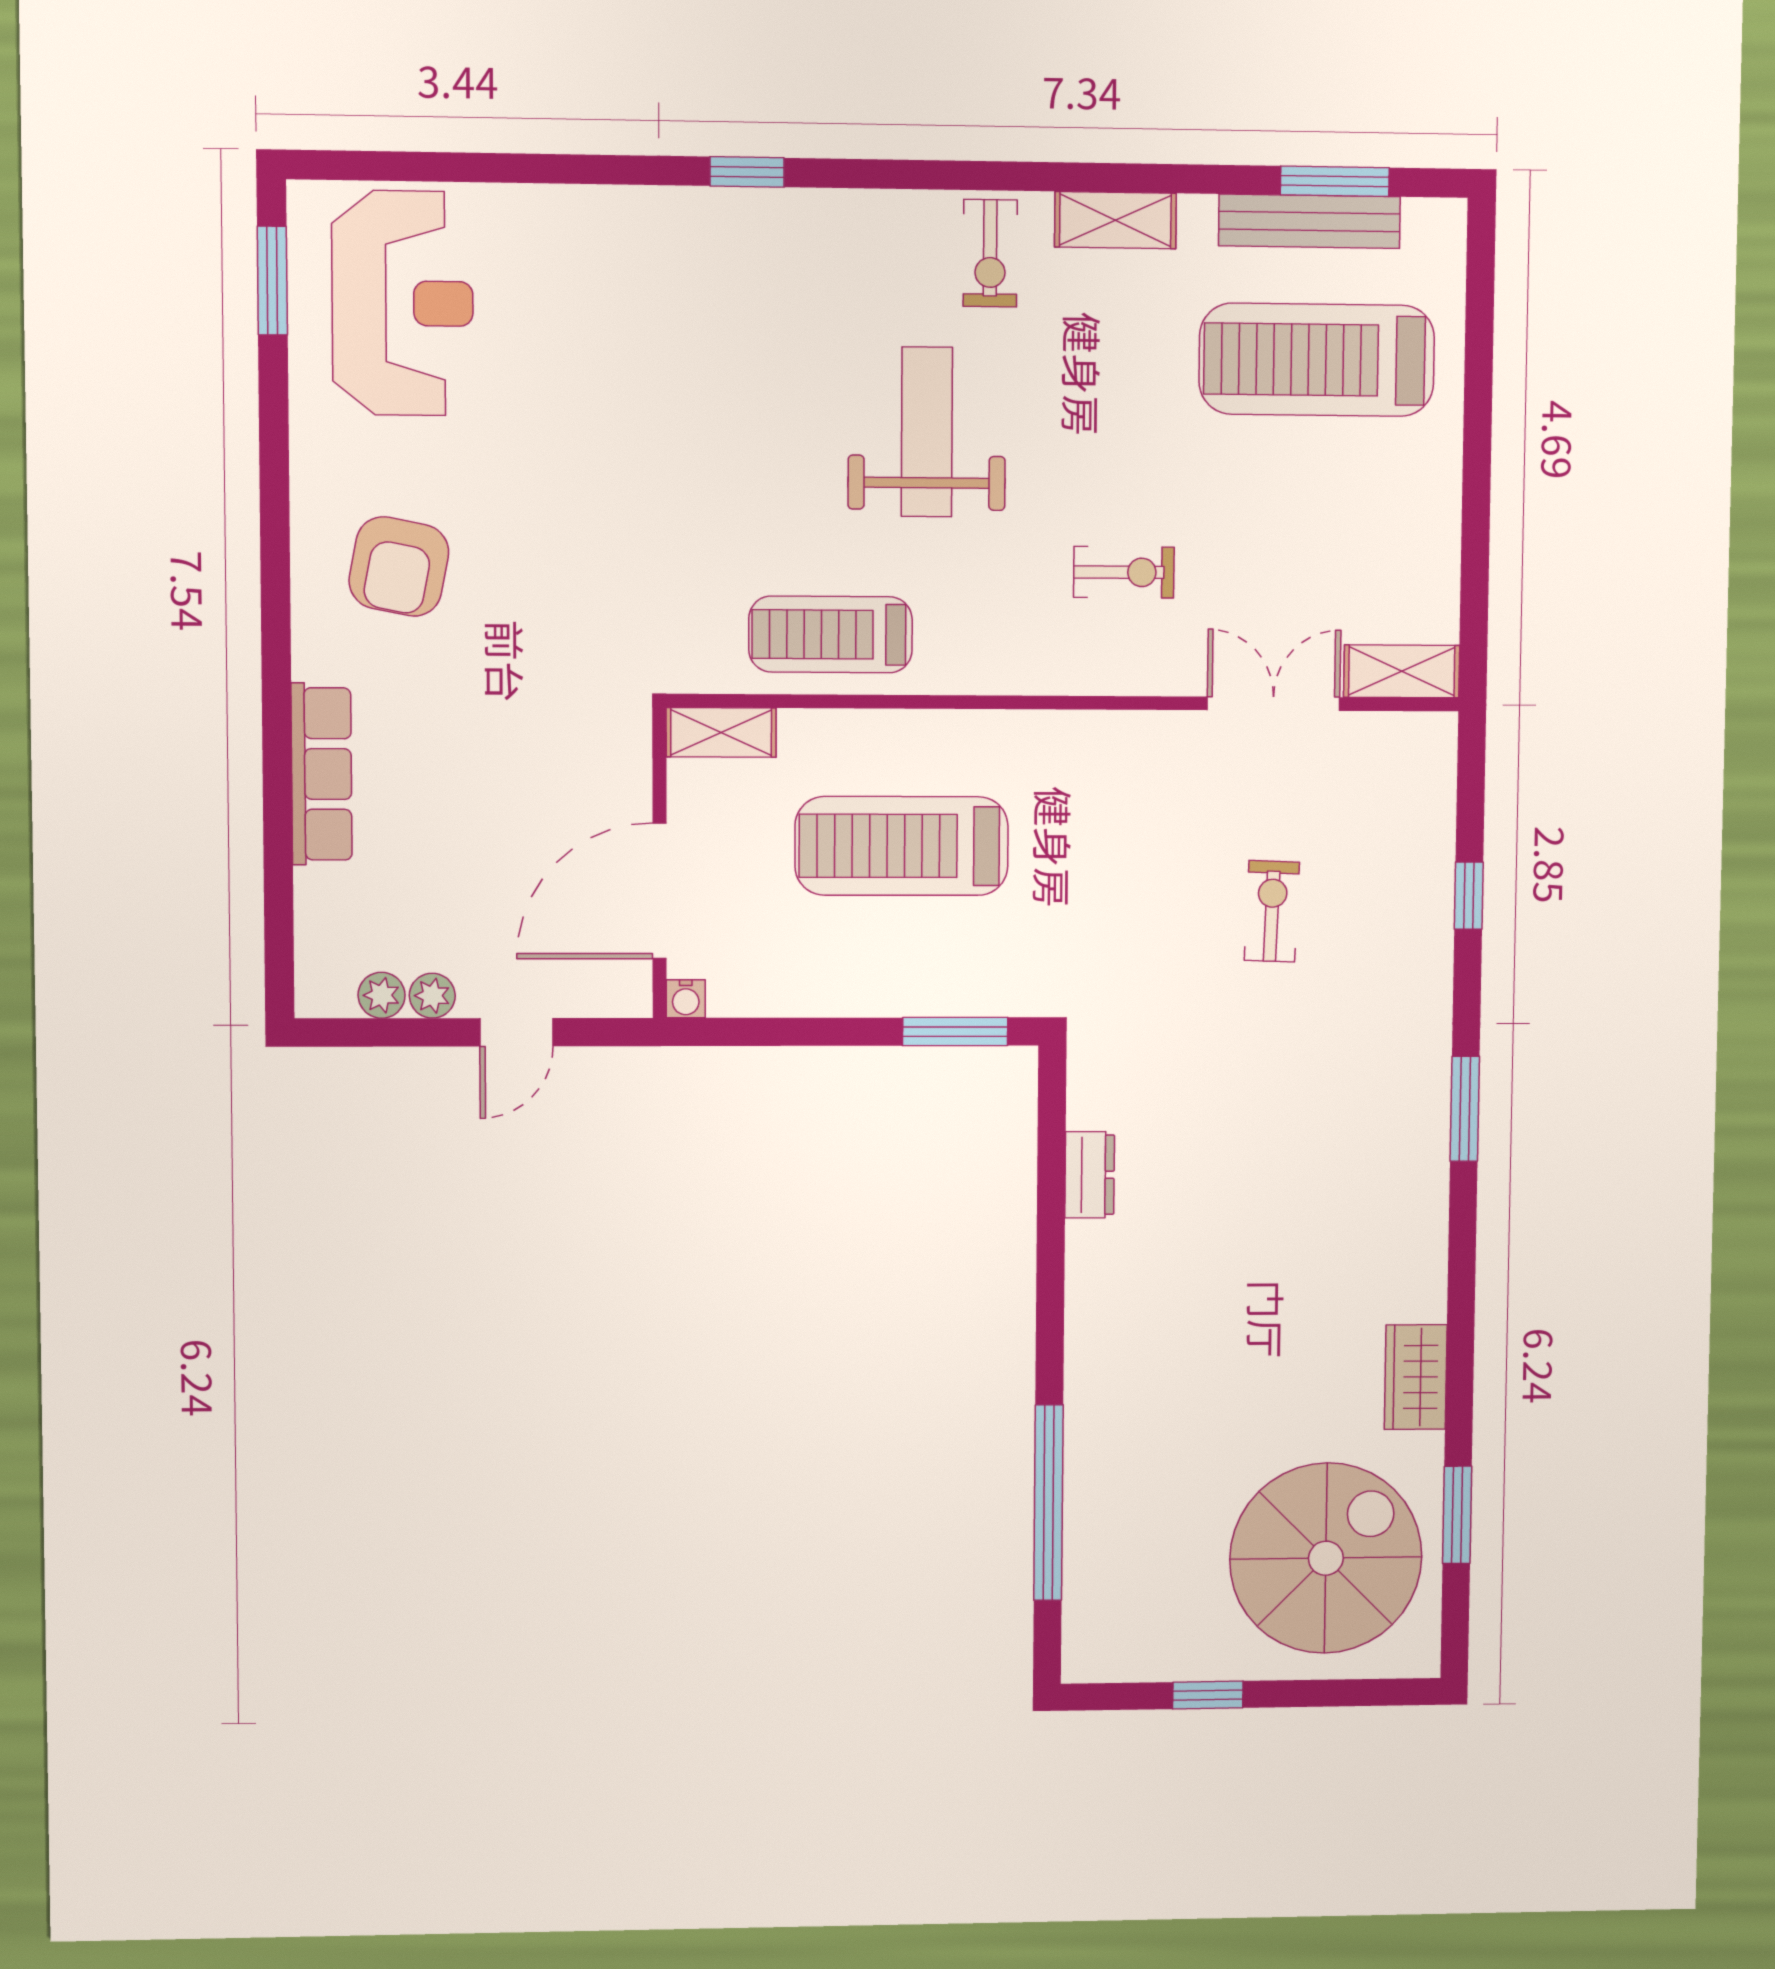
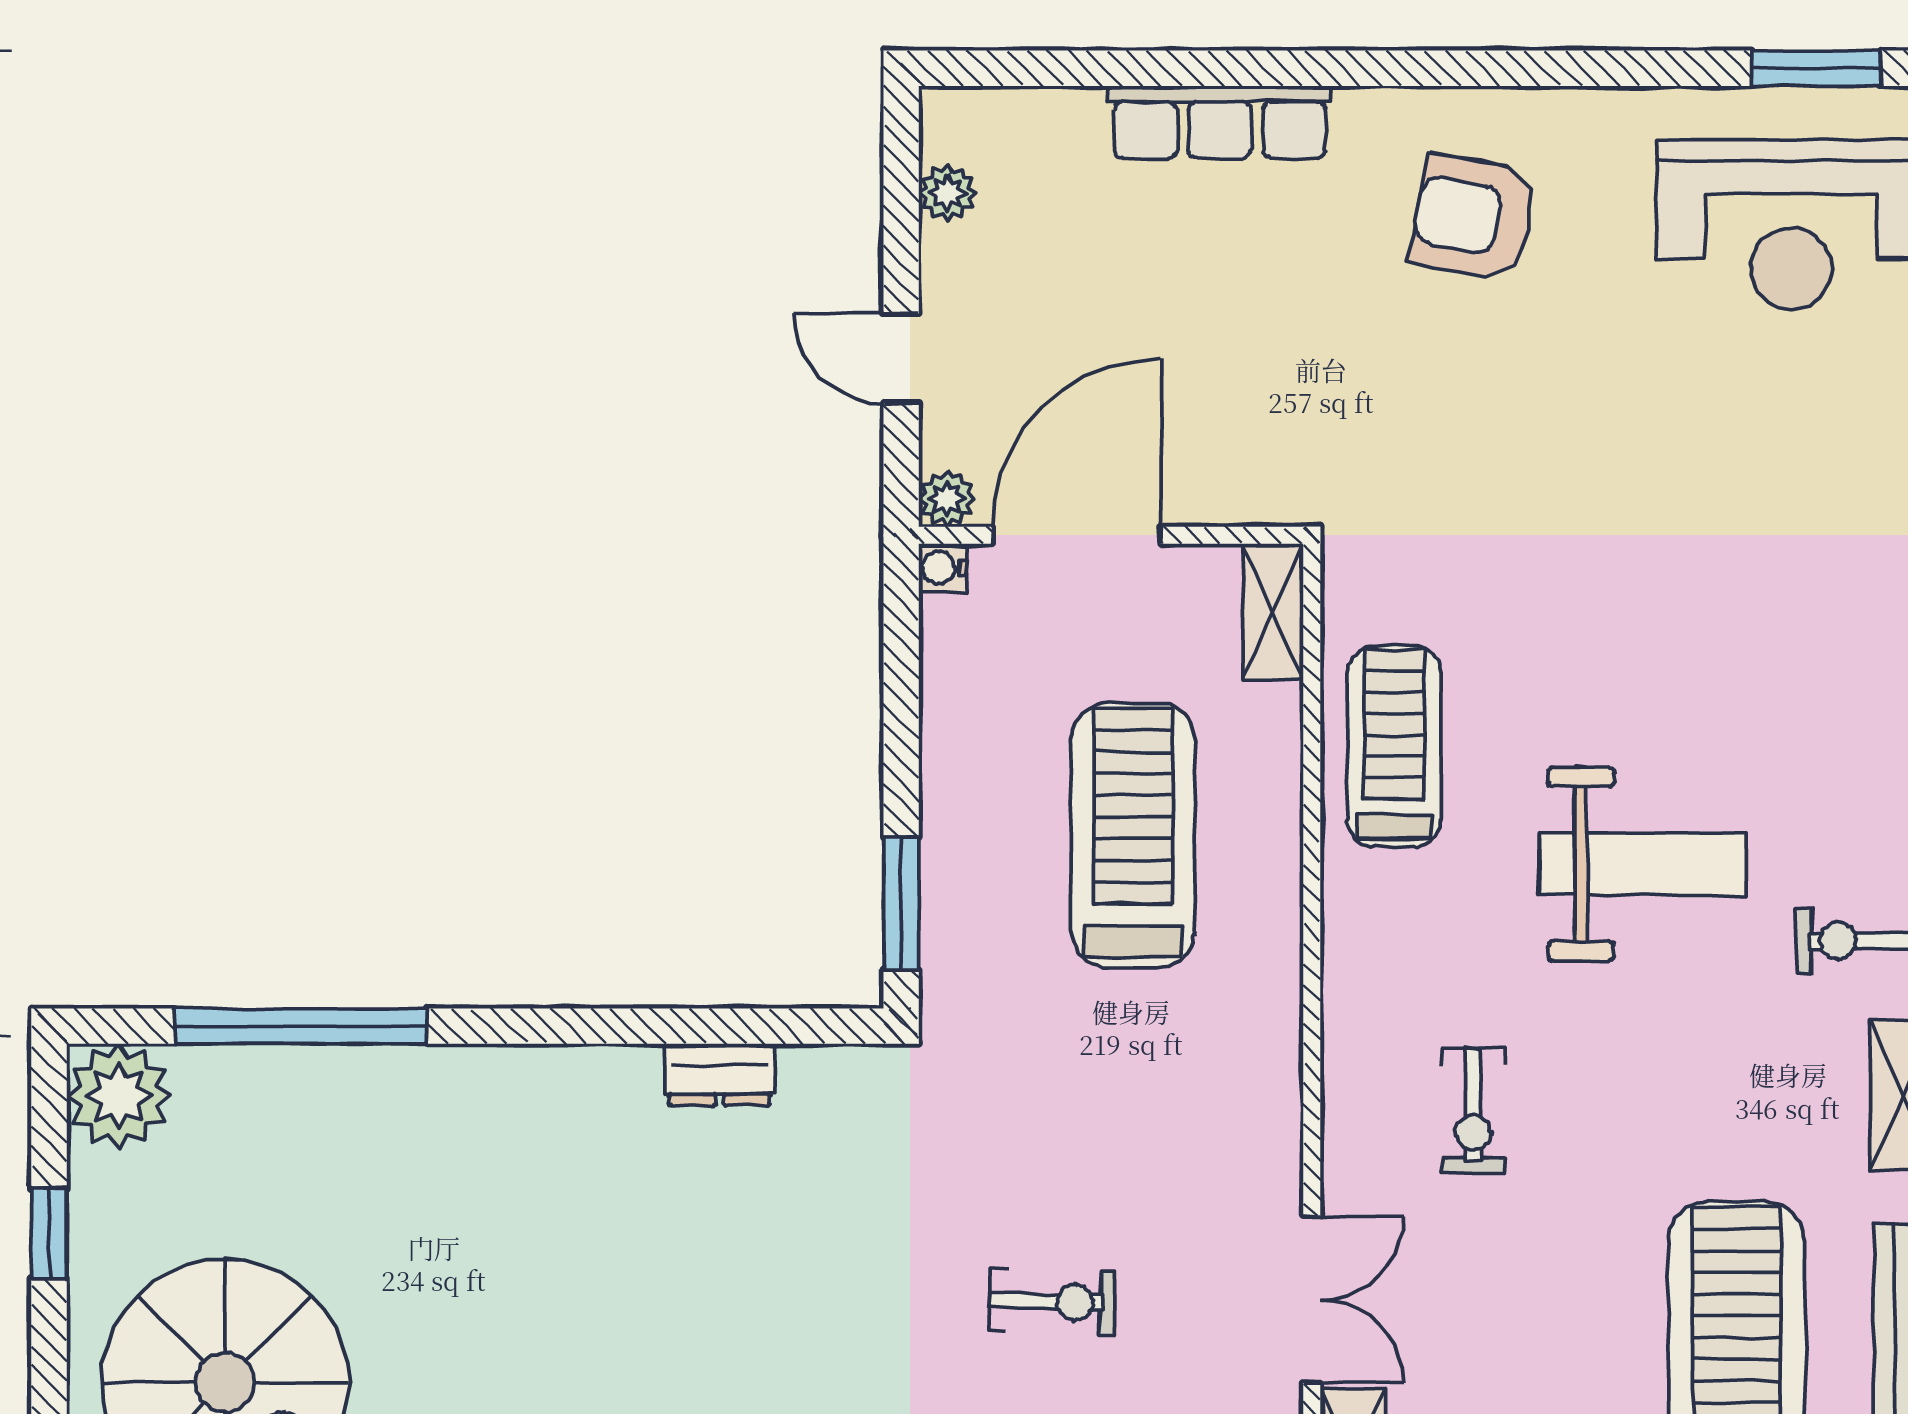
door: (660, 891) -> (1077, 535), hinge flipped
plant: (432, 996) -> (947, 499), moved
plant: (1102, 1643) -> (119, 1096), added

